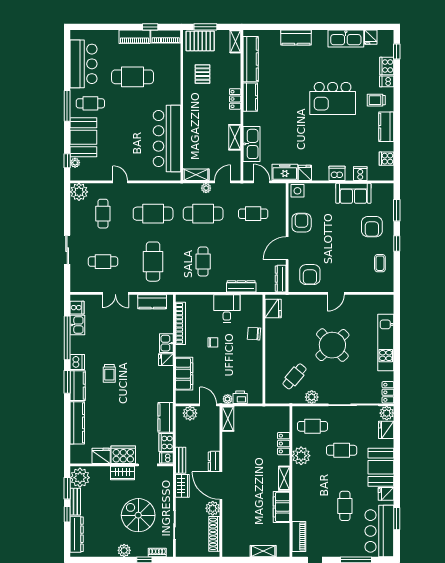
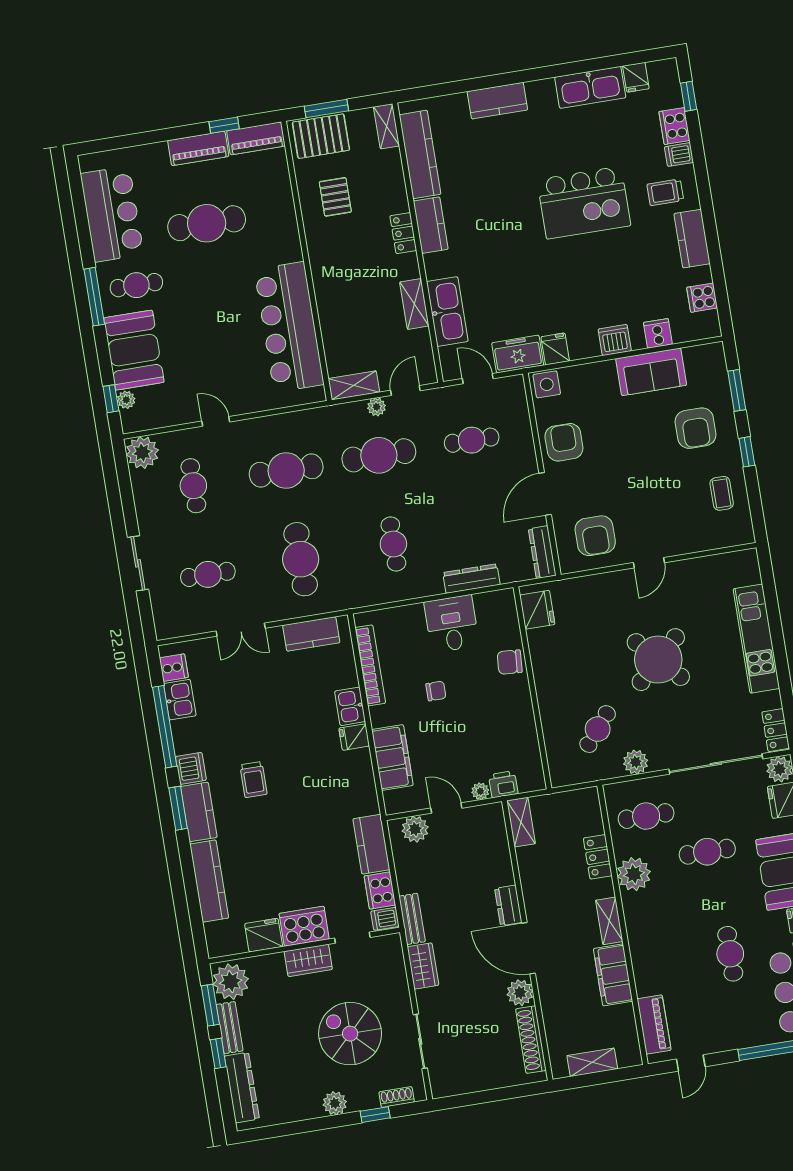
shelving: (228, 419) -> (521, 822), moved
dresser: (214, 461) -> (508, 905), moved
wall: (221, 481) -> (527, 940), moved
door: (221, 486) -> (529, 948), moved
plant: (213, 508) -> (520, 993), moved
shoe rack: (214, 534) -> (531, 1040), moved

